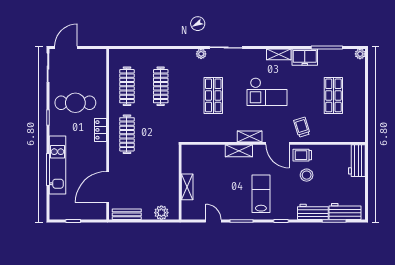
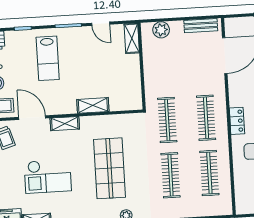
checkout: (267, 92) -> (48, 176), turned 180
shop shelf: (213, 95) -> (109, 168), width x1.43, depth x1.36
clothes rail: (161, 134) -> (167, 120), added
shelving: (239, 151) -> (93, 105), moved
shelving: (187, 187) -> (132, 38), moved

